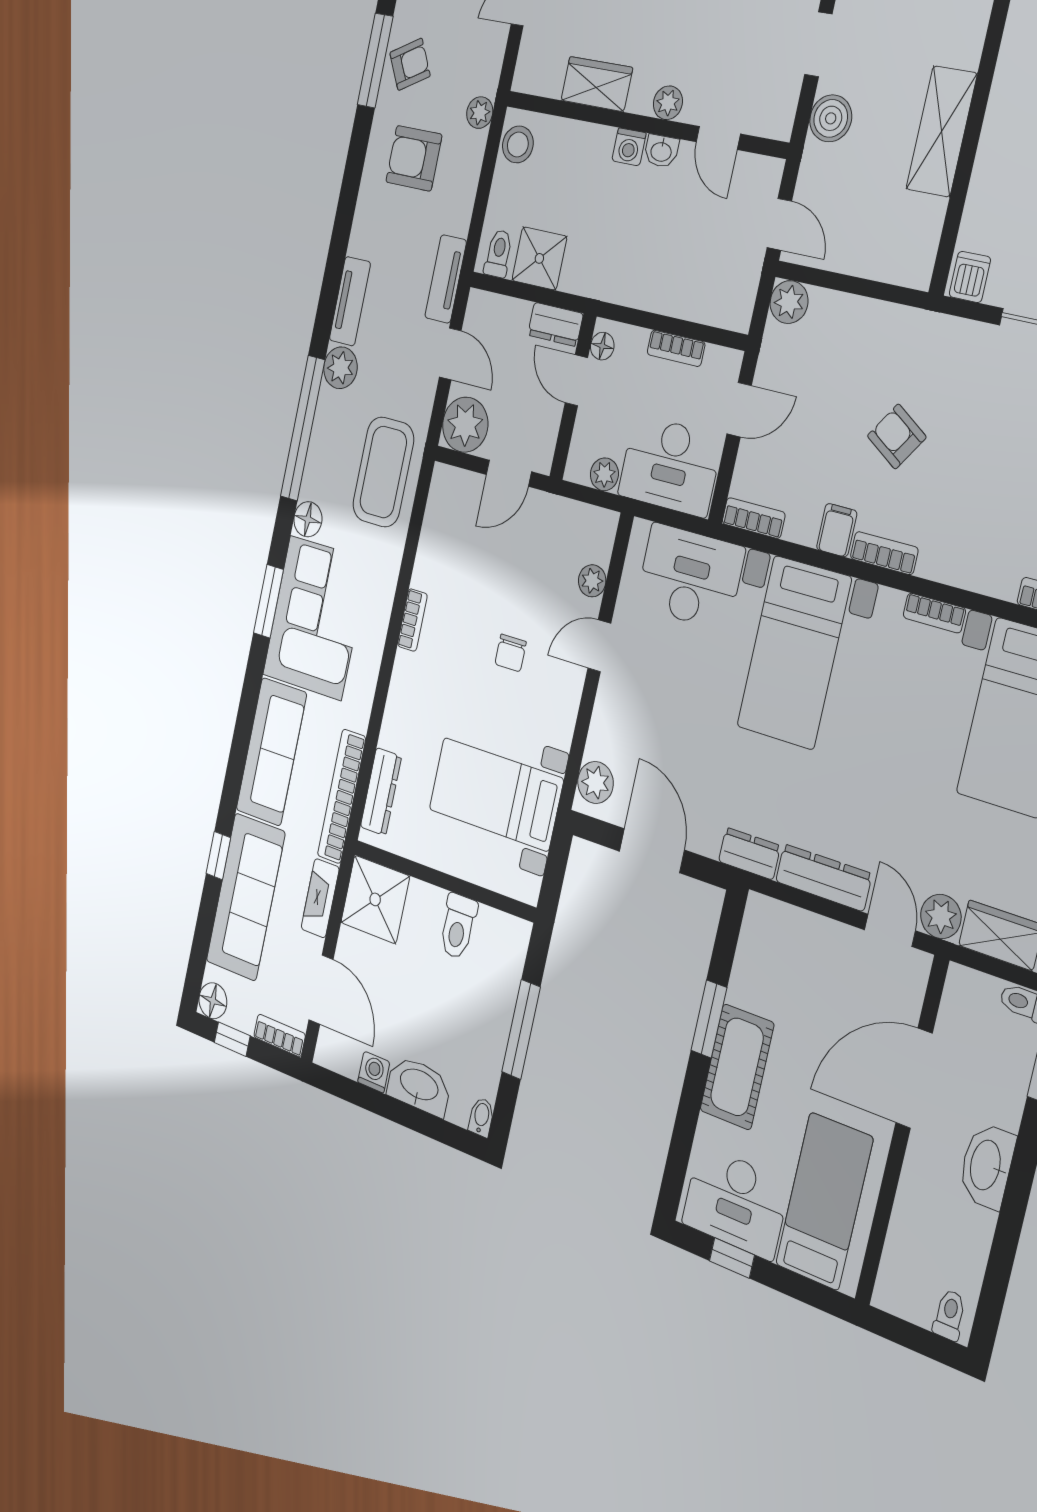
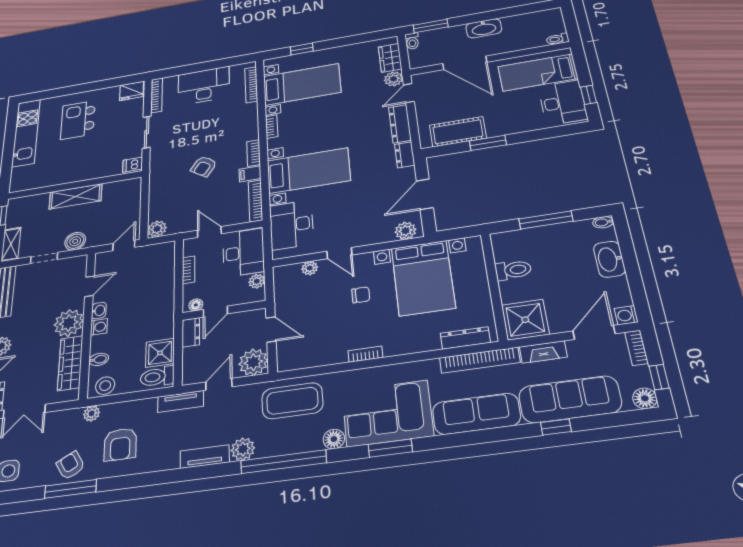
wardrobe: (597, 84) -> (70, 363), width x1.50
plant: (668, 103) -> (69, 323), width x1.88, depth x1.88
bidet: (568, 138) -> (99, 359), added
toilet: (498, 254) -> (157, 377), width x1.37, depth x1.39
bookcase: (754, 518) -> (255, 201), width x1.56
bed with nightstands: (496, 794) -> (423, 278), width x1.36
cot: (737, 1067) -> (458, 132), moved
washing machine: (374, 1072) -> (626, 315), moved
toilet: (949, 1315) -> (557, 39), moved

